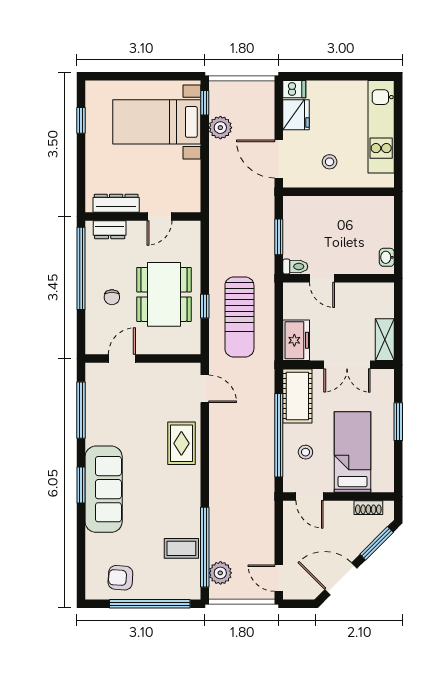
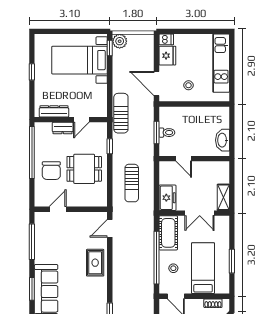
window: (81, 120) -> (32, 72), moved
plant: (220, 128) -> (120, 41), moved
sun lounger: (222, 206) -> (121, 113), added
dresser: (110, 230) -> (63, 128), moved
washbasin: (387, 257) -> (223, 140), width x1.91, depth x1.45
toilet: (295, 267) -> (167, 133), moved
dining table: (164, 294) -> (84, 169), width x0.73
chair: (112, 297) -> (51, 171), width x1.87, depth x1.87
window: (205, 306) -> (110, 146), moved
sun lounger: (239, 317) -> (132, 183), width x0.73, depth x0.75
door: (205, 389) -> (110, 228), swing flipped
window: (398, 422) -> (232, 261), moved

